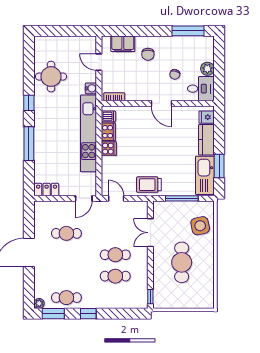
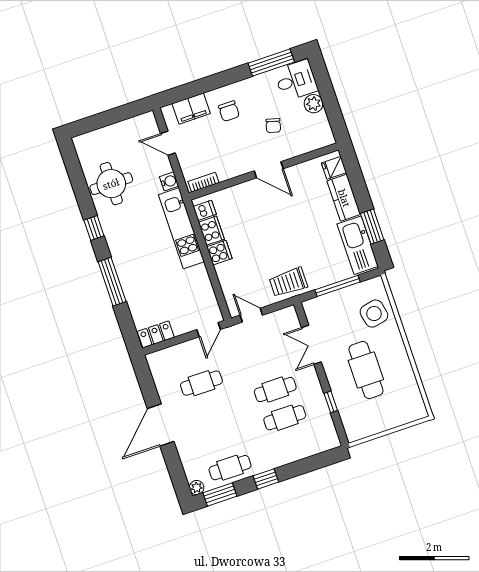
desk: (201, 89) -> (296, 80), moved
kitchen unit: (89, 133) -> (181, 228), width x0.73
window: (150, 297) -> (331, 402), moved

